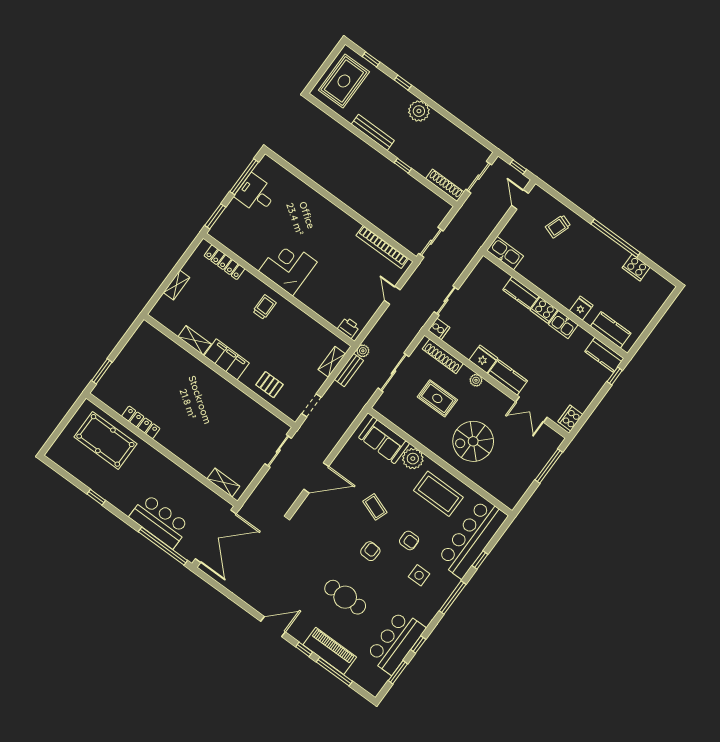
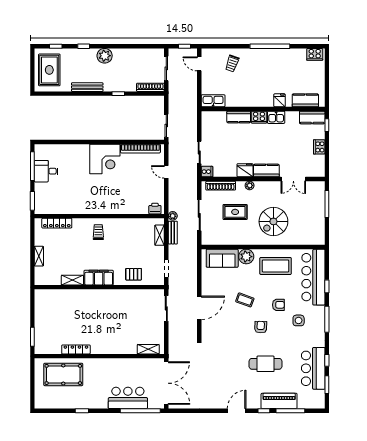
corner desk: (288, 266) -> (105, 159), moved, turned 180
cooker: (636, 268) -> (315, 54), moved
cooker: (570, 418) -> (319, 147), moved

